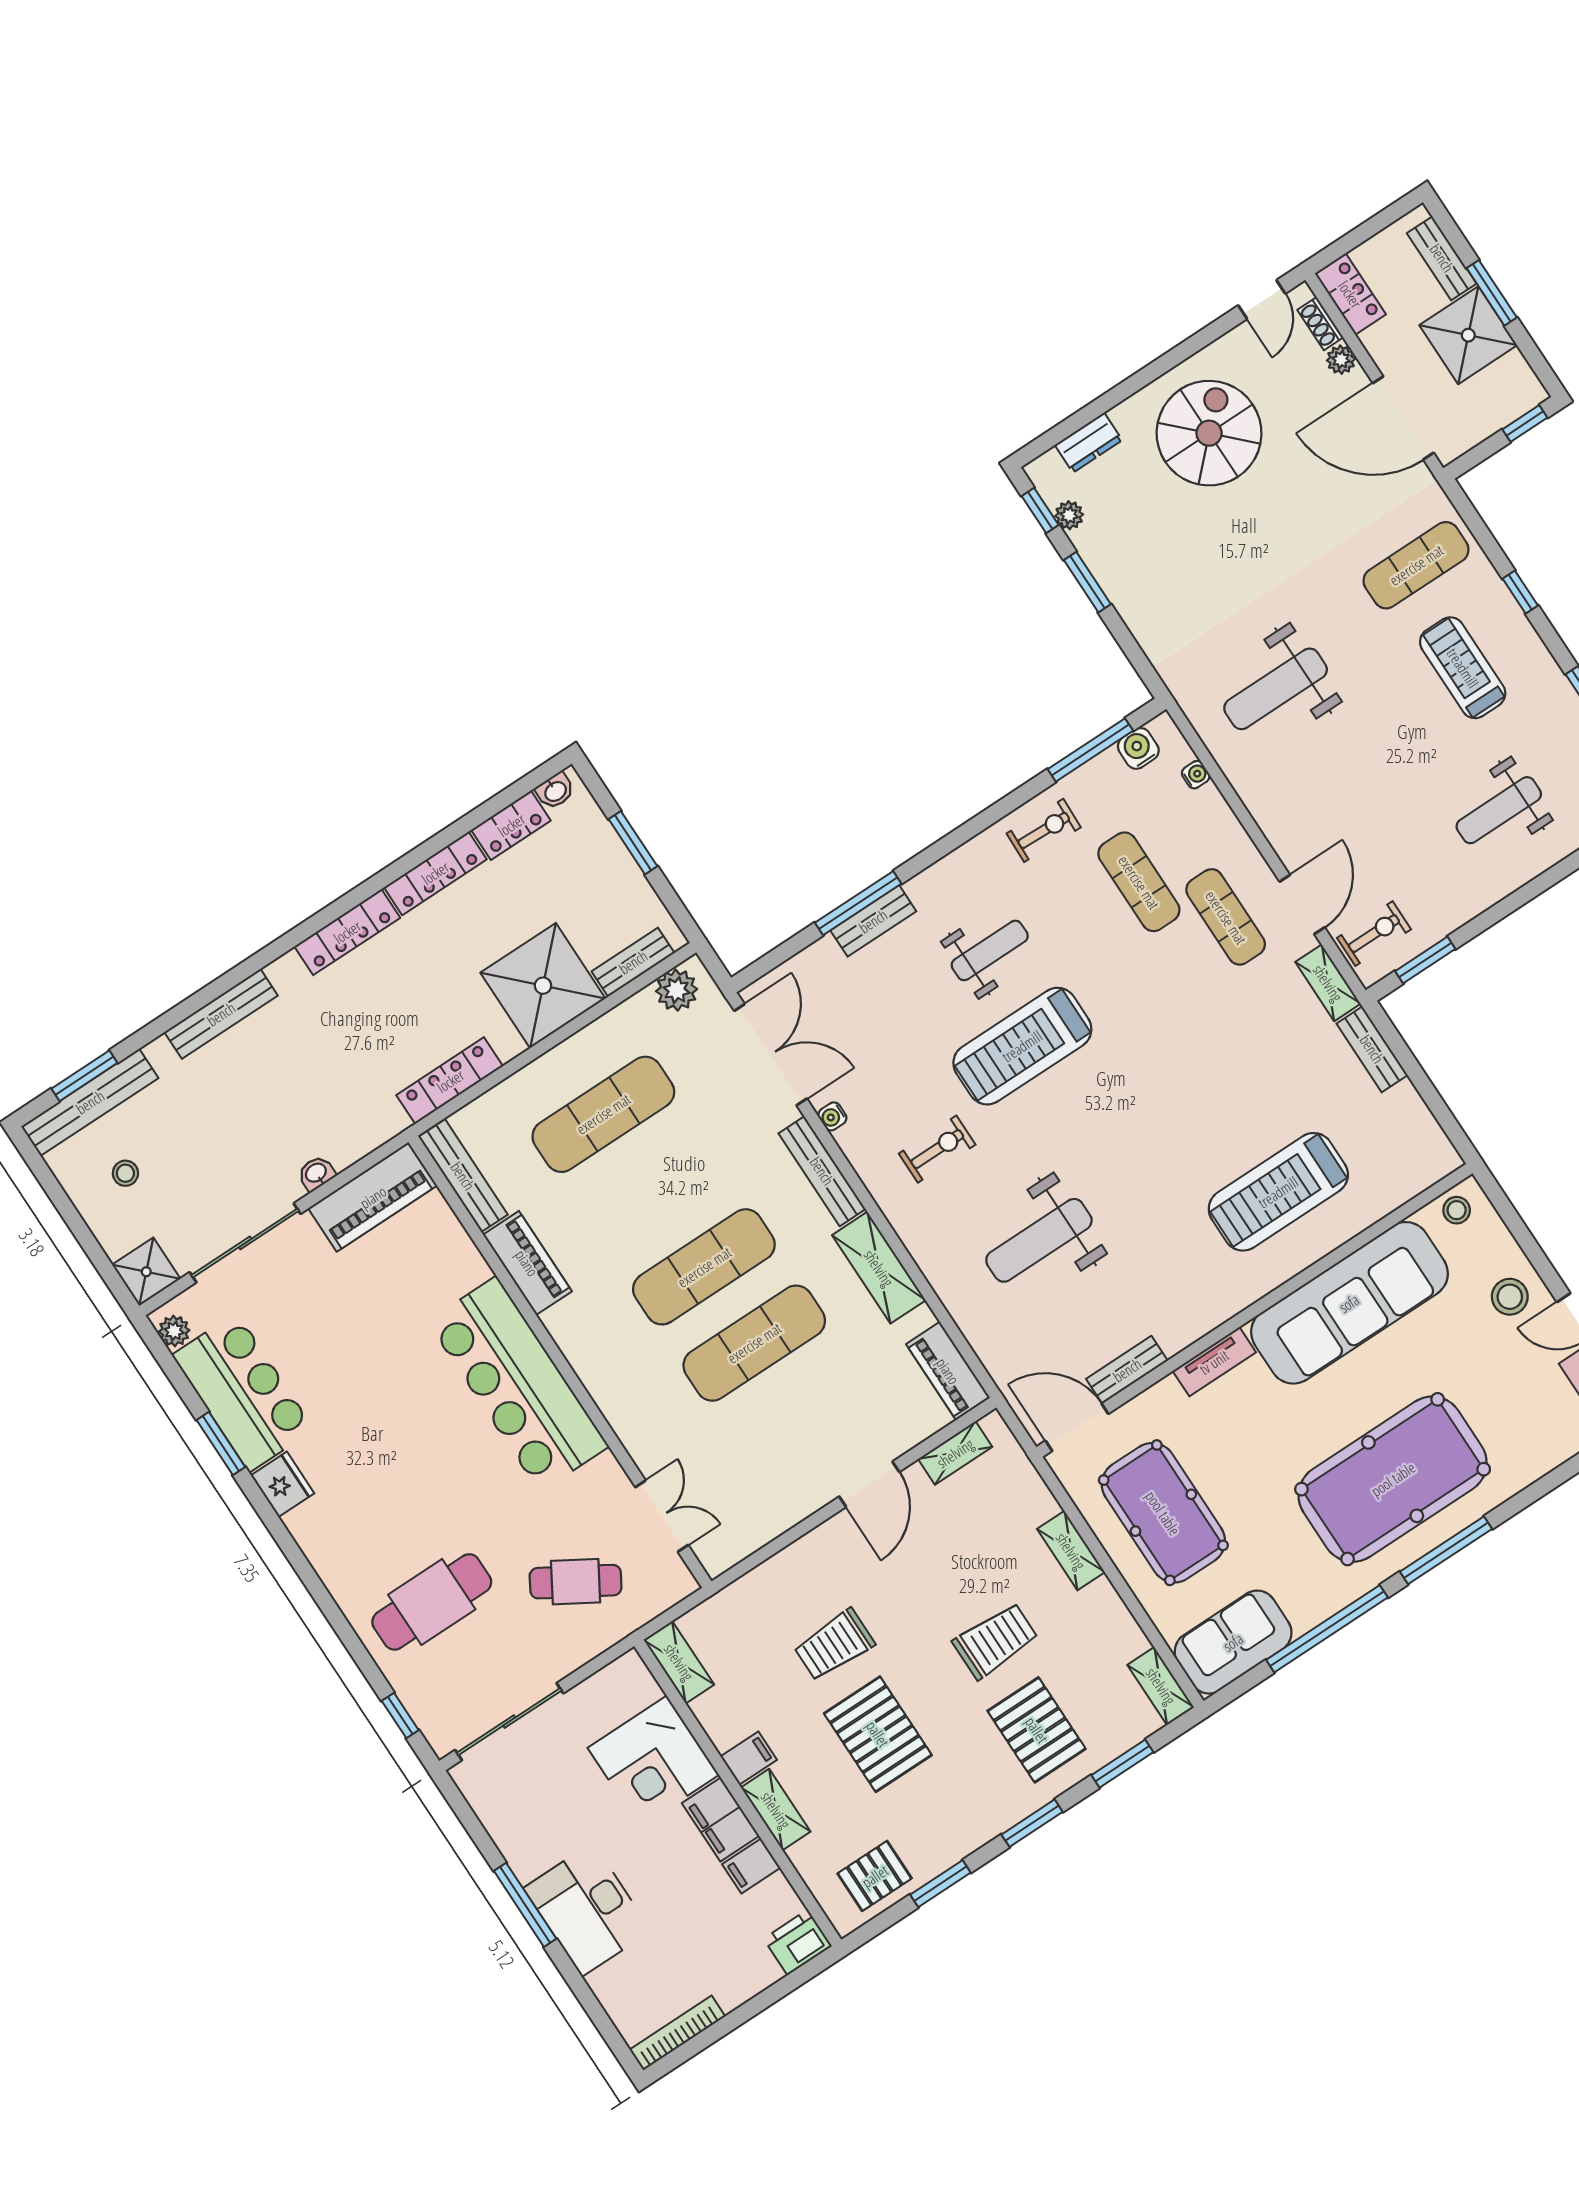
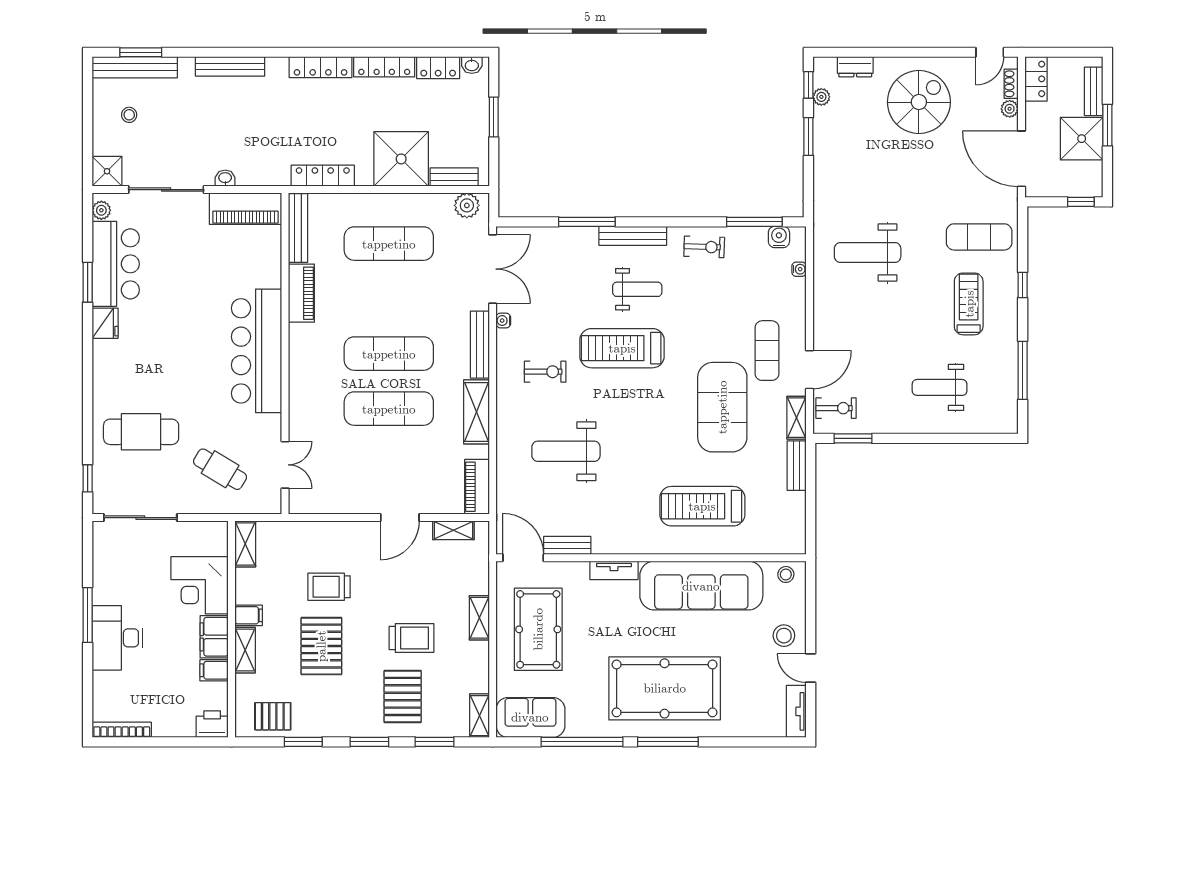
exercise mat: (1139, 882) -> (722, 407), moved, width x2.00, depth x1.45
bench: (873, 921) -> (633, 236), moved, width x1.36

